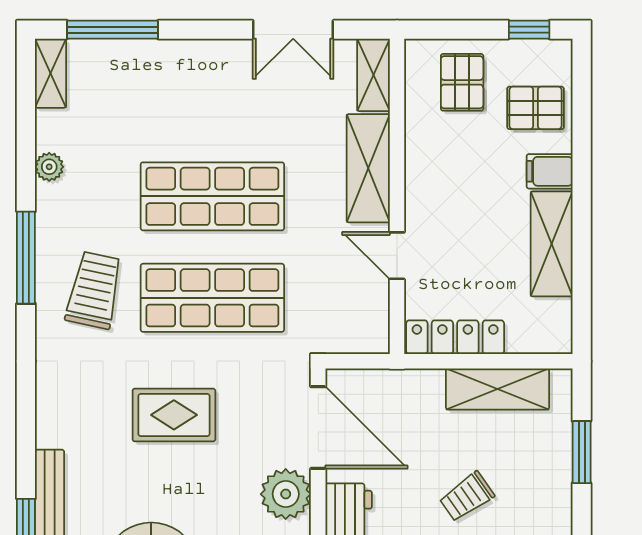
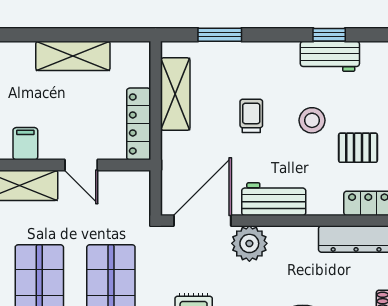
filing cabinet: (550, 171) -> (25, 144), moved, turned 180
door: (397, 256) -> (81, 165), hinge flipped
trolley: (467, 497) -> (251, 116), turned -145

